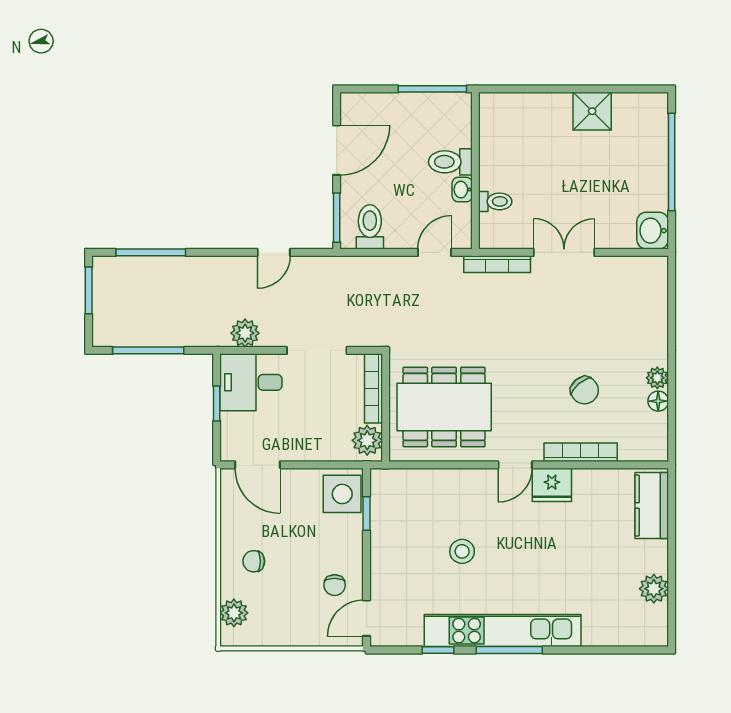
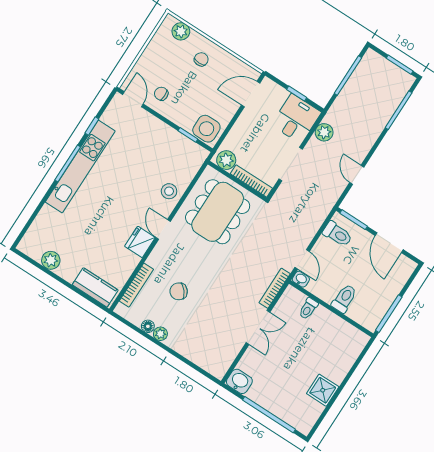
washbasin: (462, 190) -> (301, 279), moved
bookcase: (581, 452) -> (136, 285), moved
stool: (462, 551) -> (169, 191), moved

